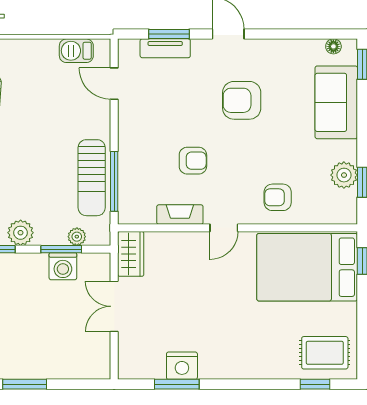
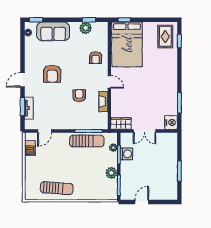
nightstand: (182, 366) -> (171, 122), moved

